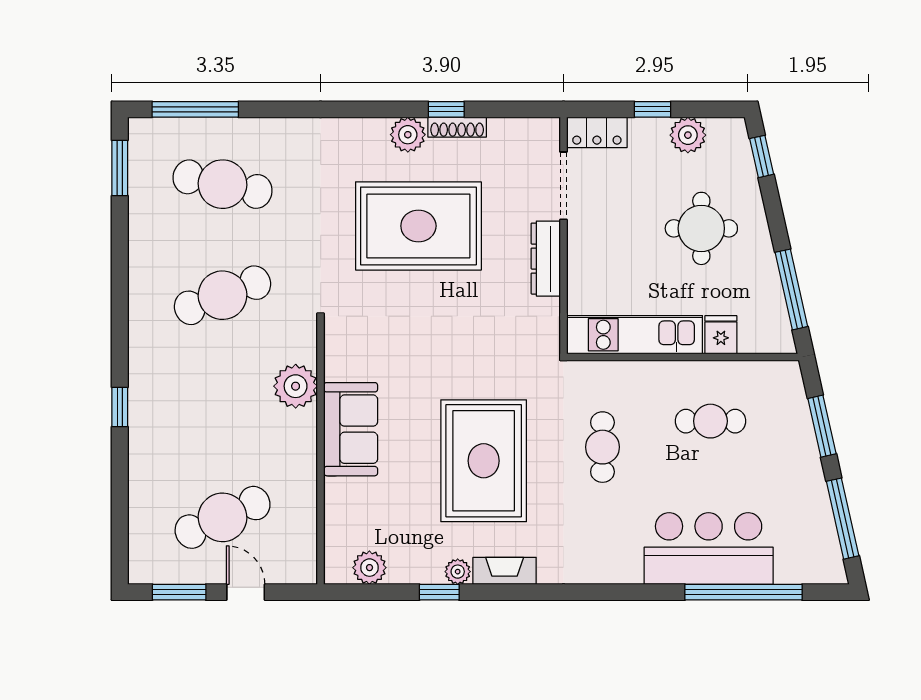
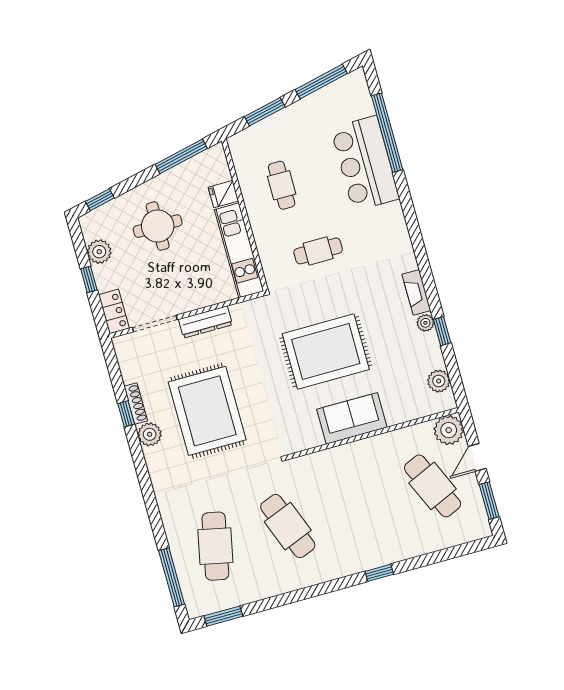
plant: (296, 386) -> (449, 430), moved
rug: (484, 461) -> (326, 352), moved

